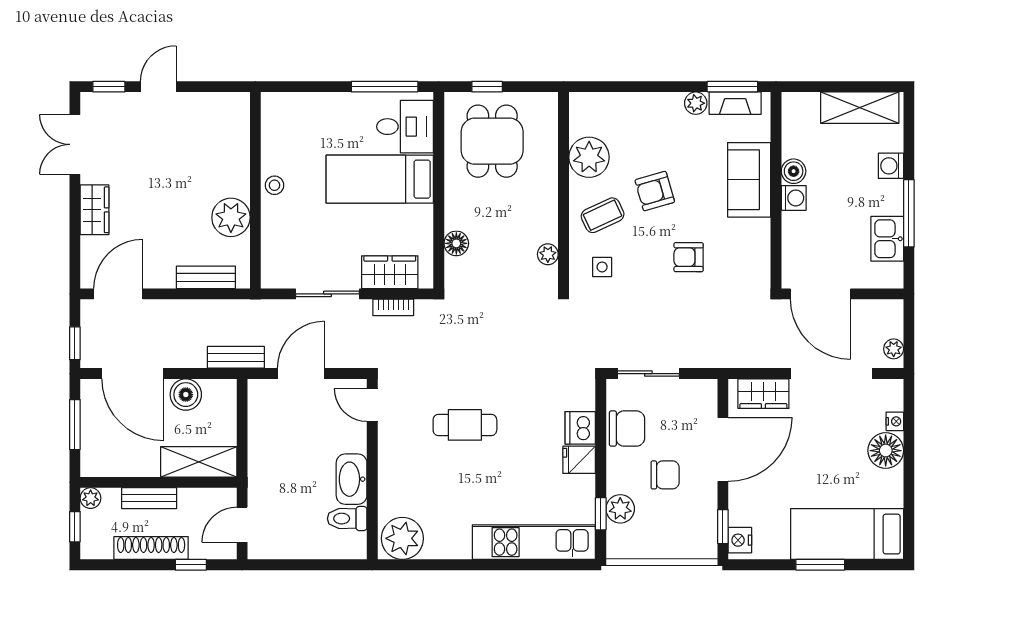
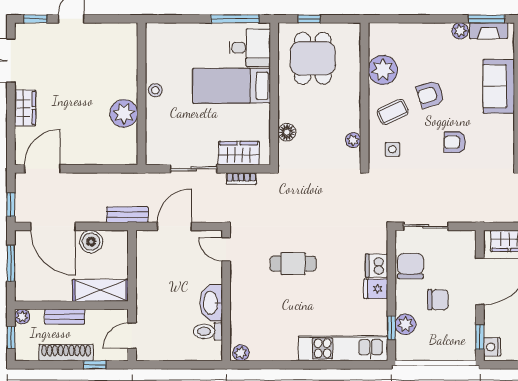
bench: (206, 277) -> (106, 157), removed
chair: (627, 429) -> (410, 266), turned -90
plant: (402, 538) -> (241, 353), width x0.53, depth x0.53

